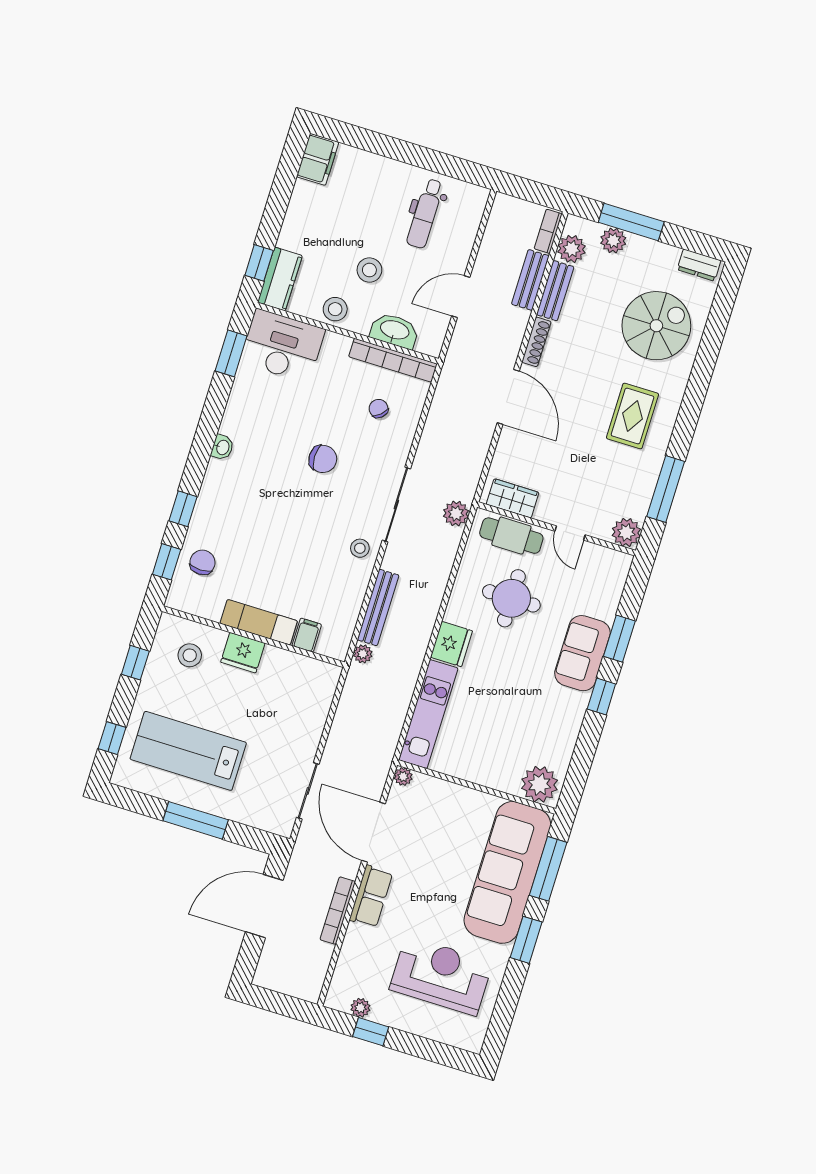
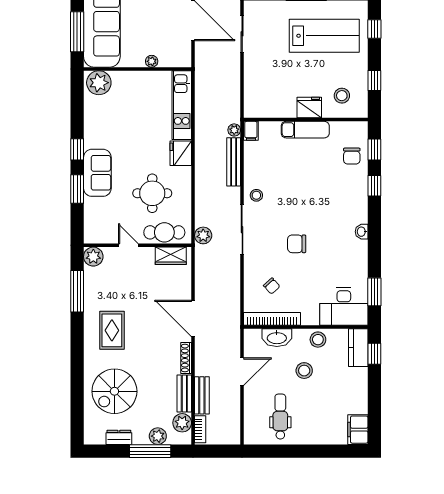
dresser: (699, 265) -> (119, 437), moved
filing cabinet: (307, 635) -> (251, 131), moved
plant: (403, 777) -> (152, 61), moved

